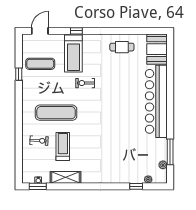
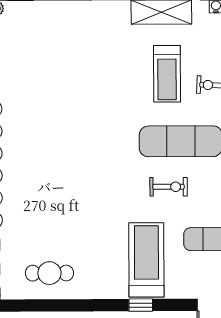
exercise bike: (85, 83) -> (169, 187), moved

